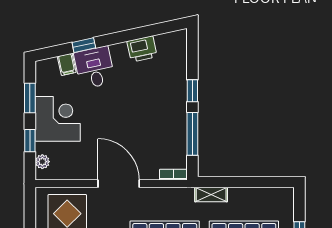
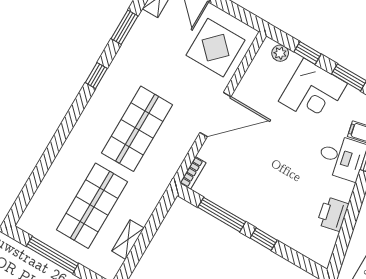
shelving: (211, 194) -> (128, 240), moved

